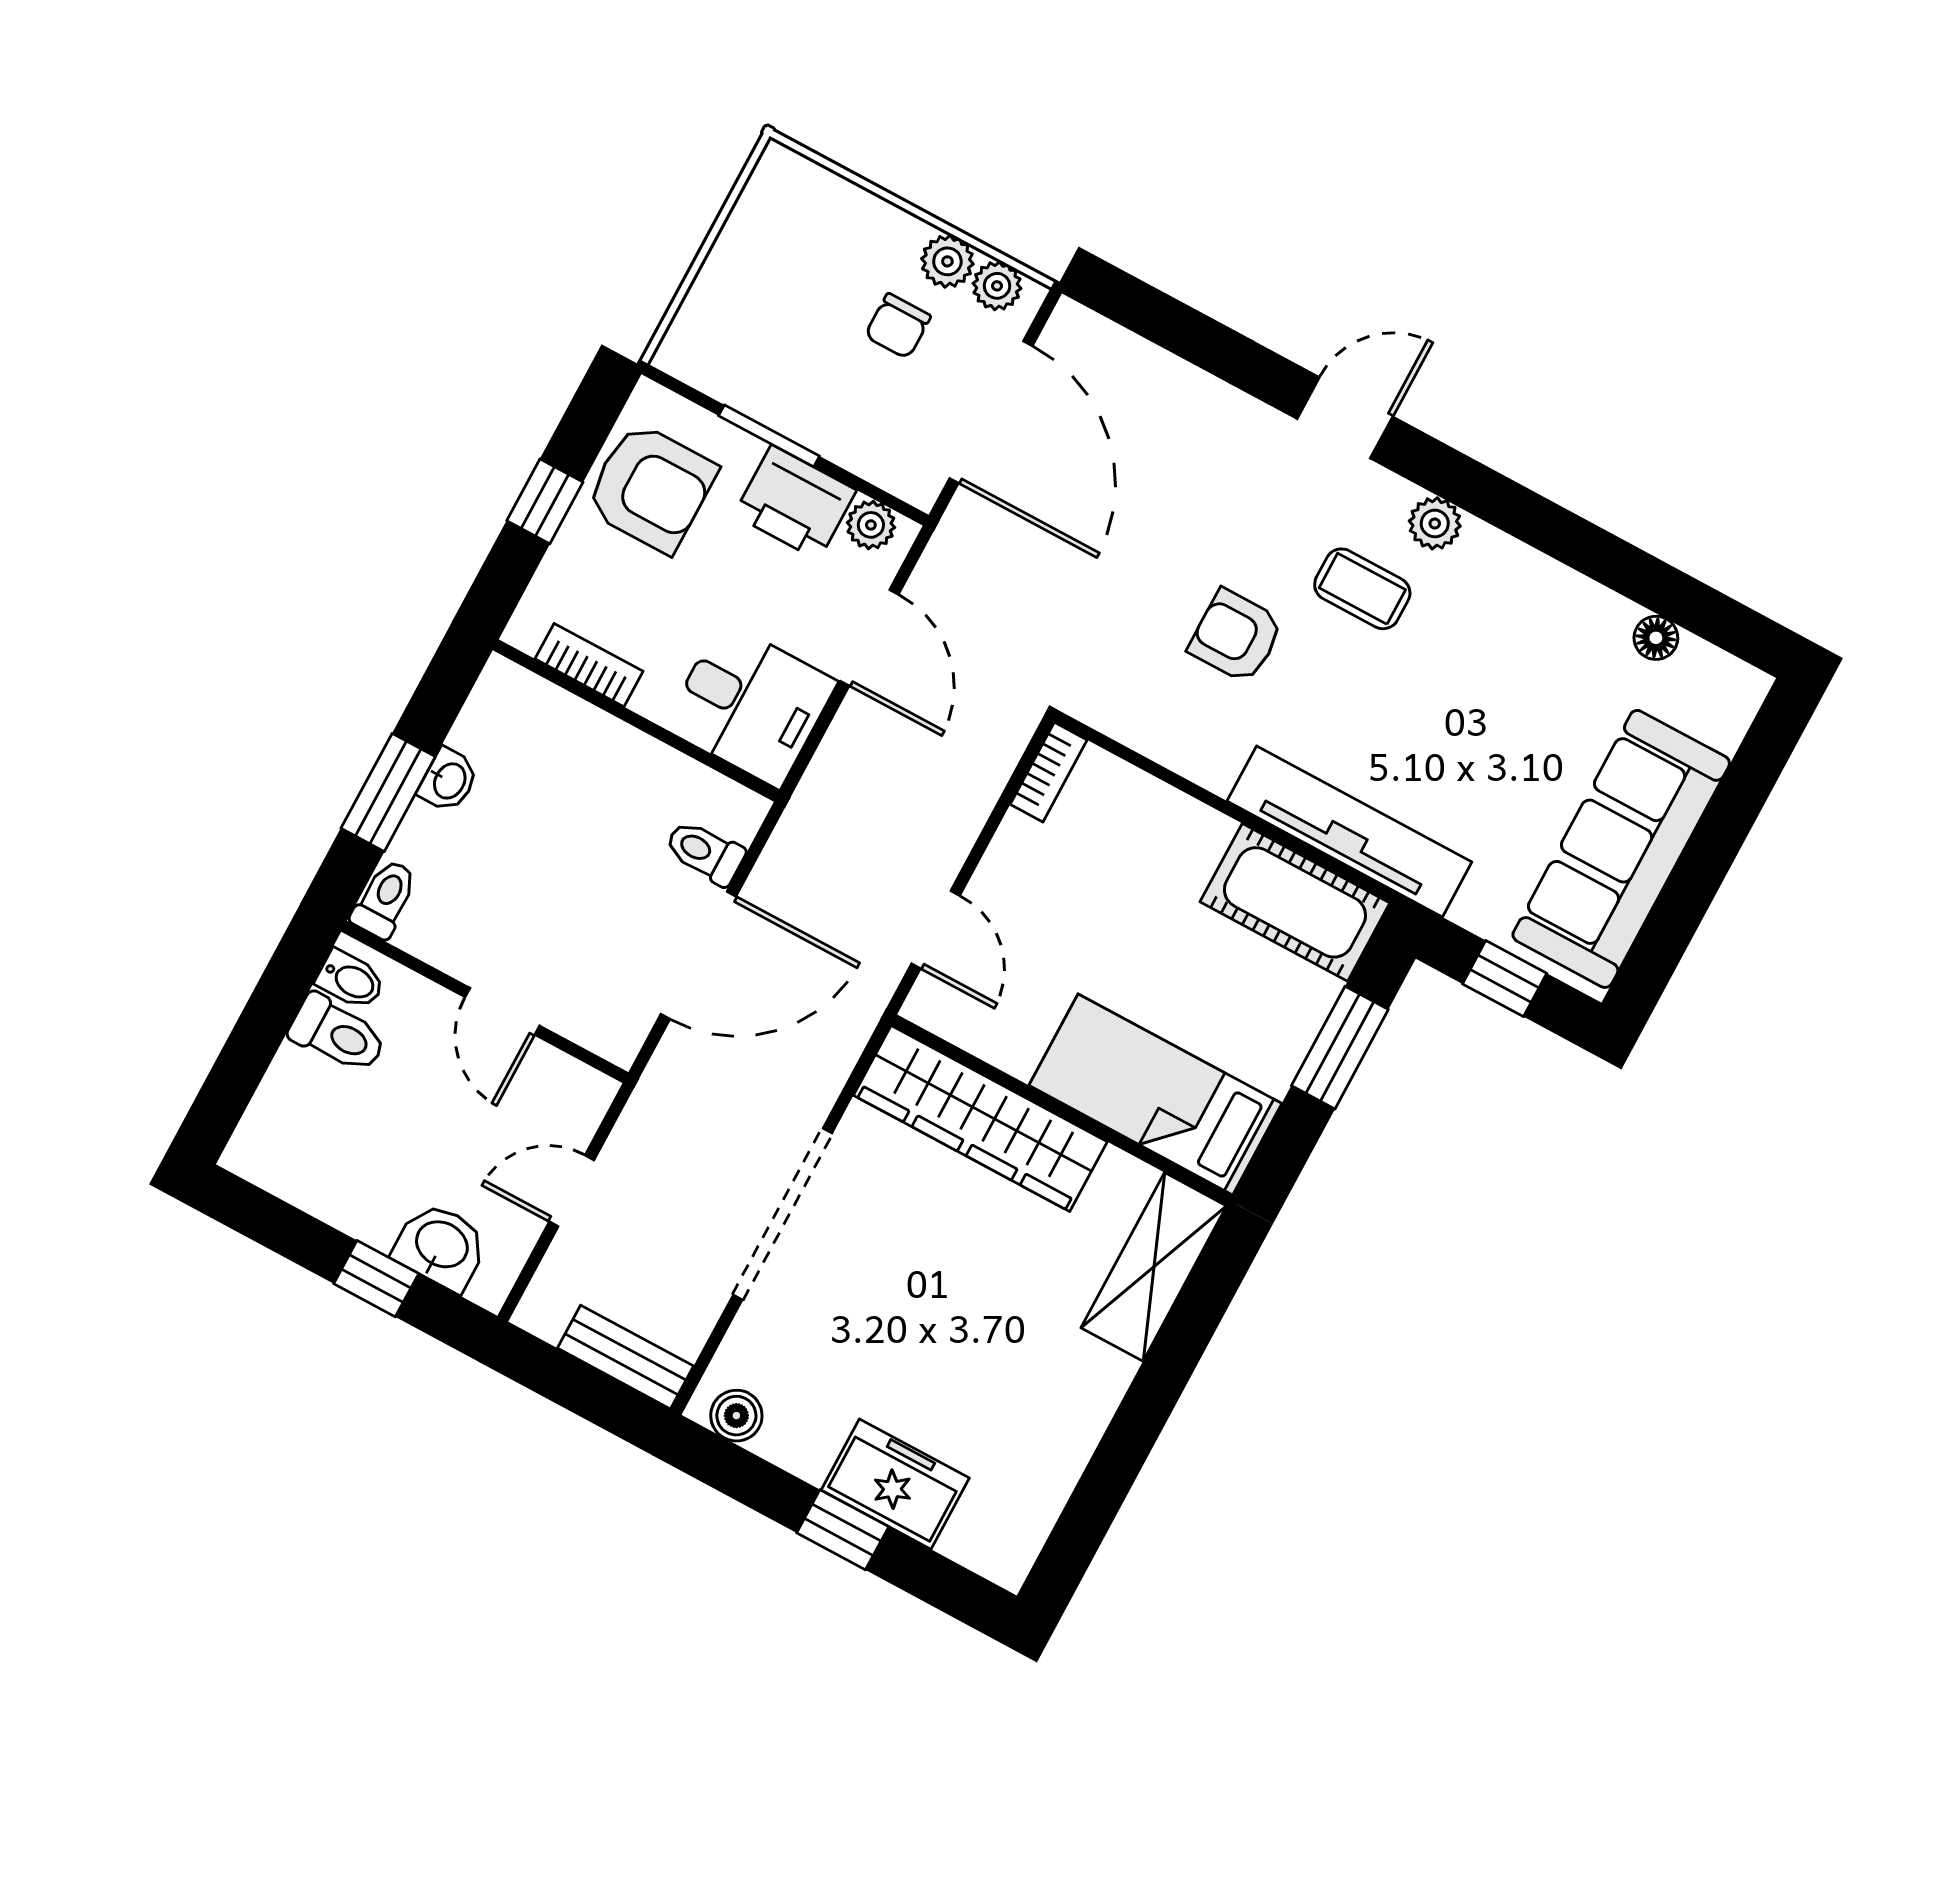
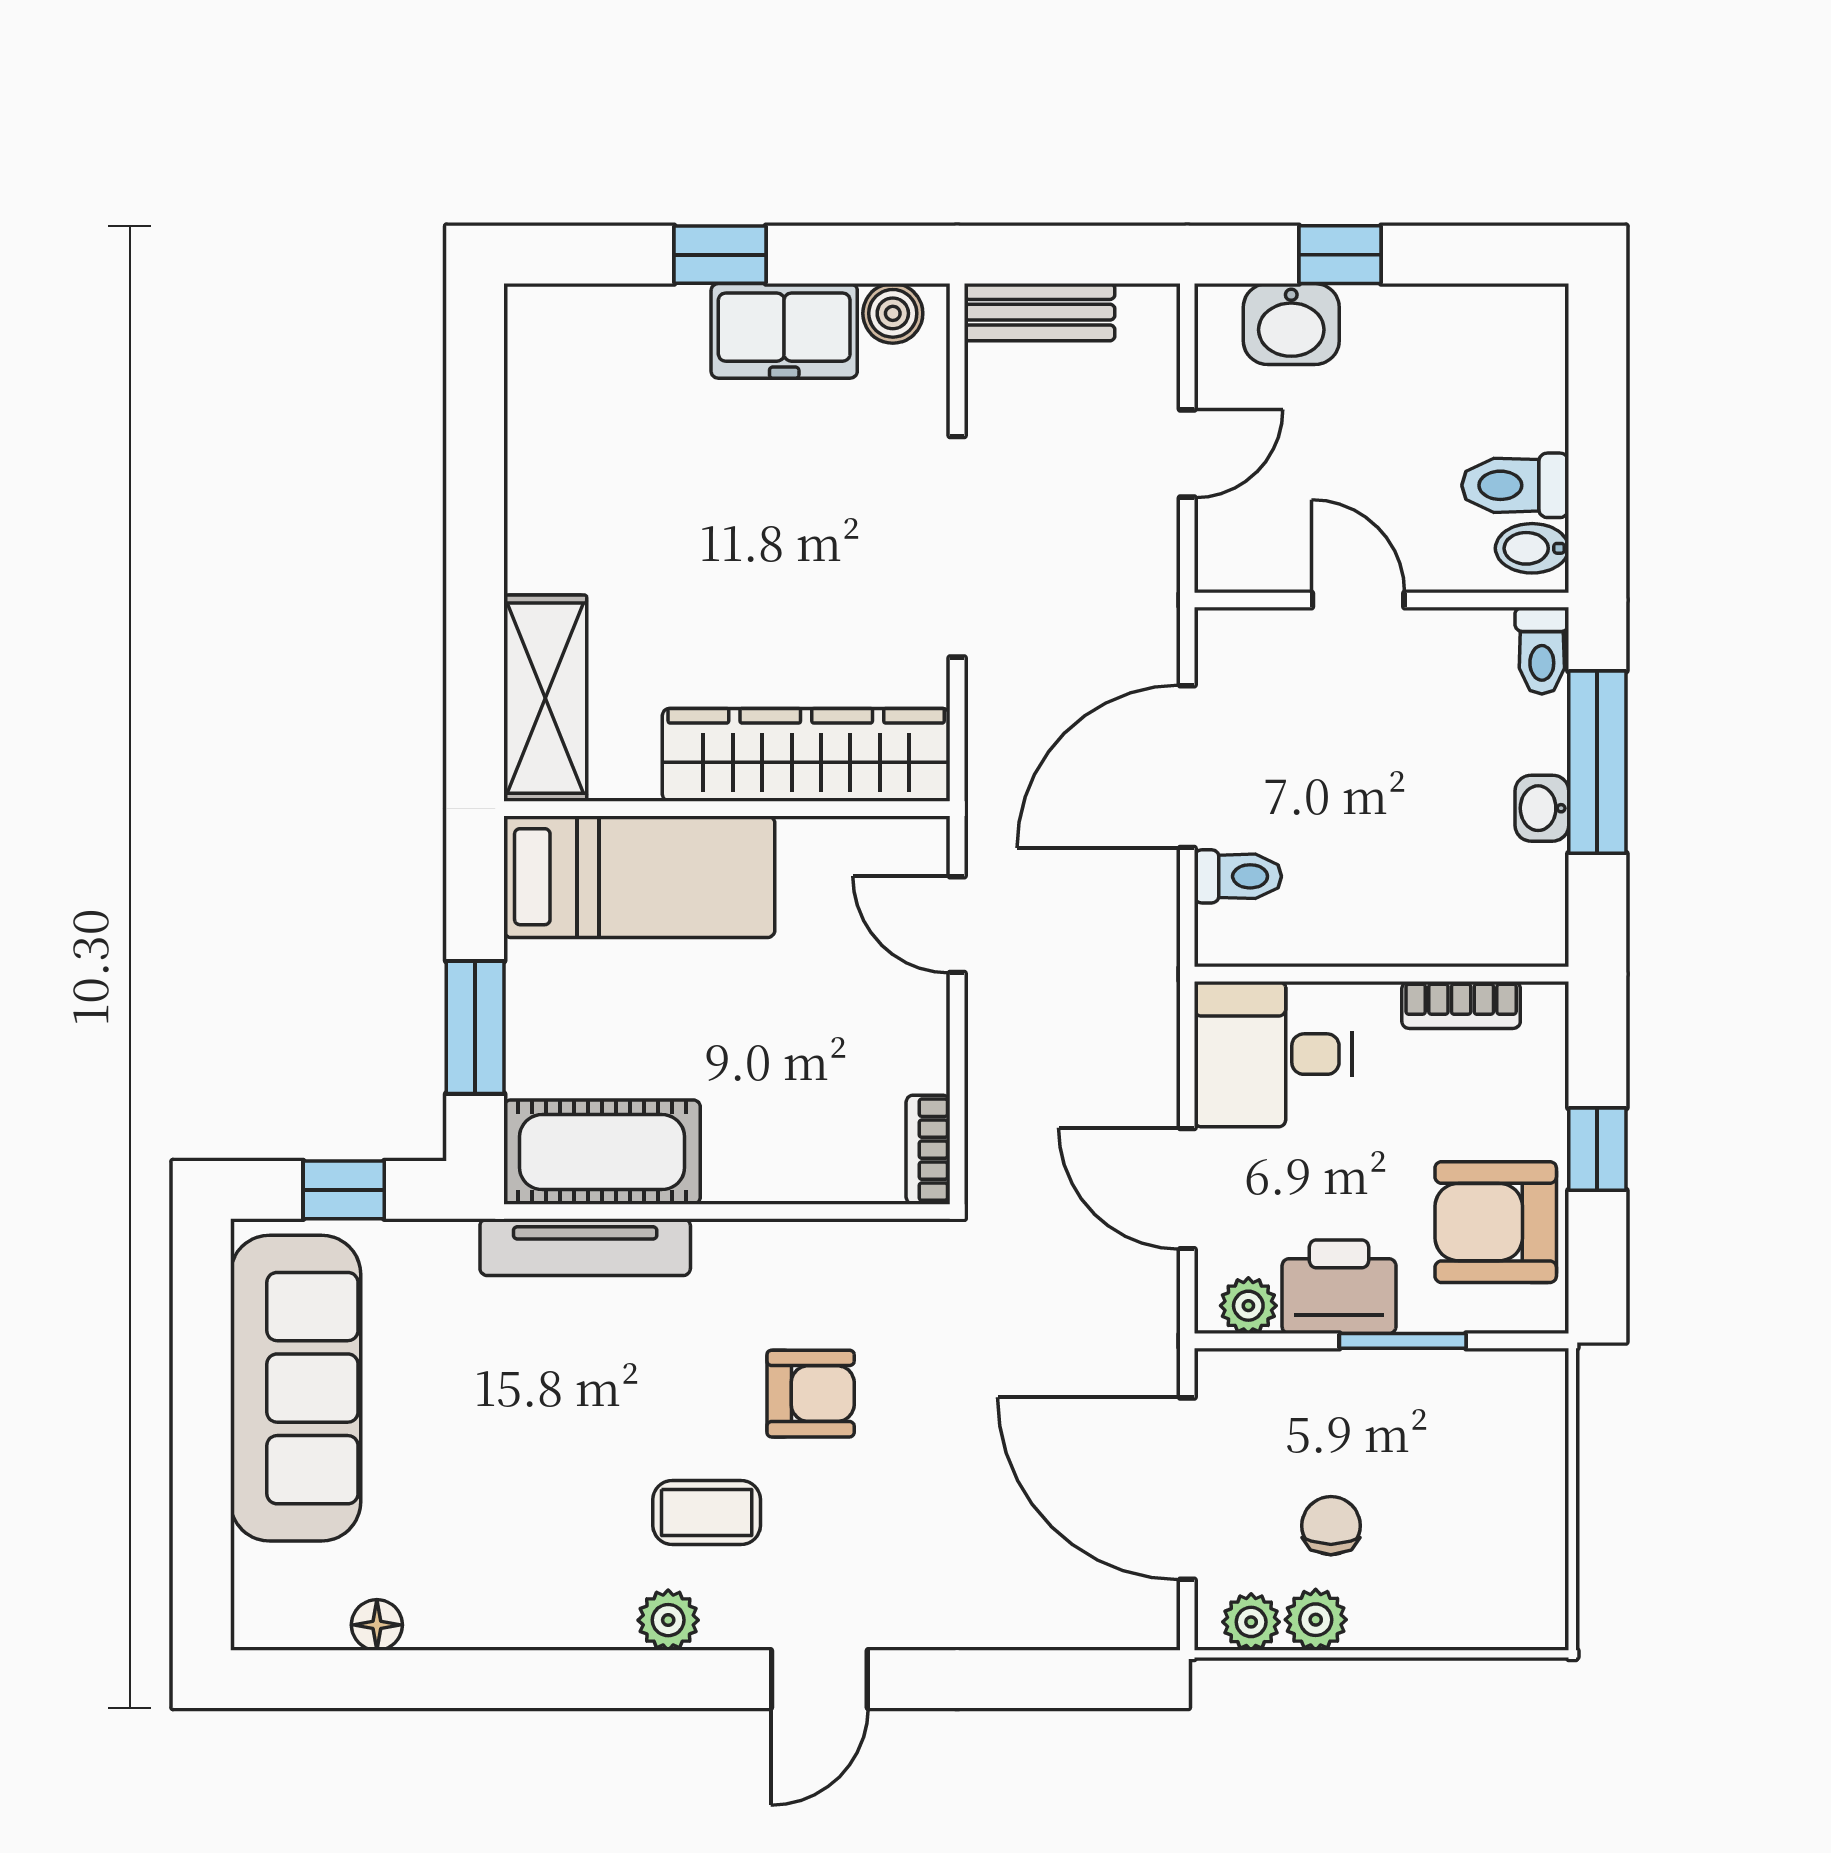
window: (388, 792) -> (1597, 762), width x1.44
tv unit: (1349, 832) -> (585, 1247), width x0.73, depth x0.78
freezer: (895, 1484) -> (784, 331), moved

